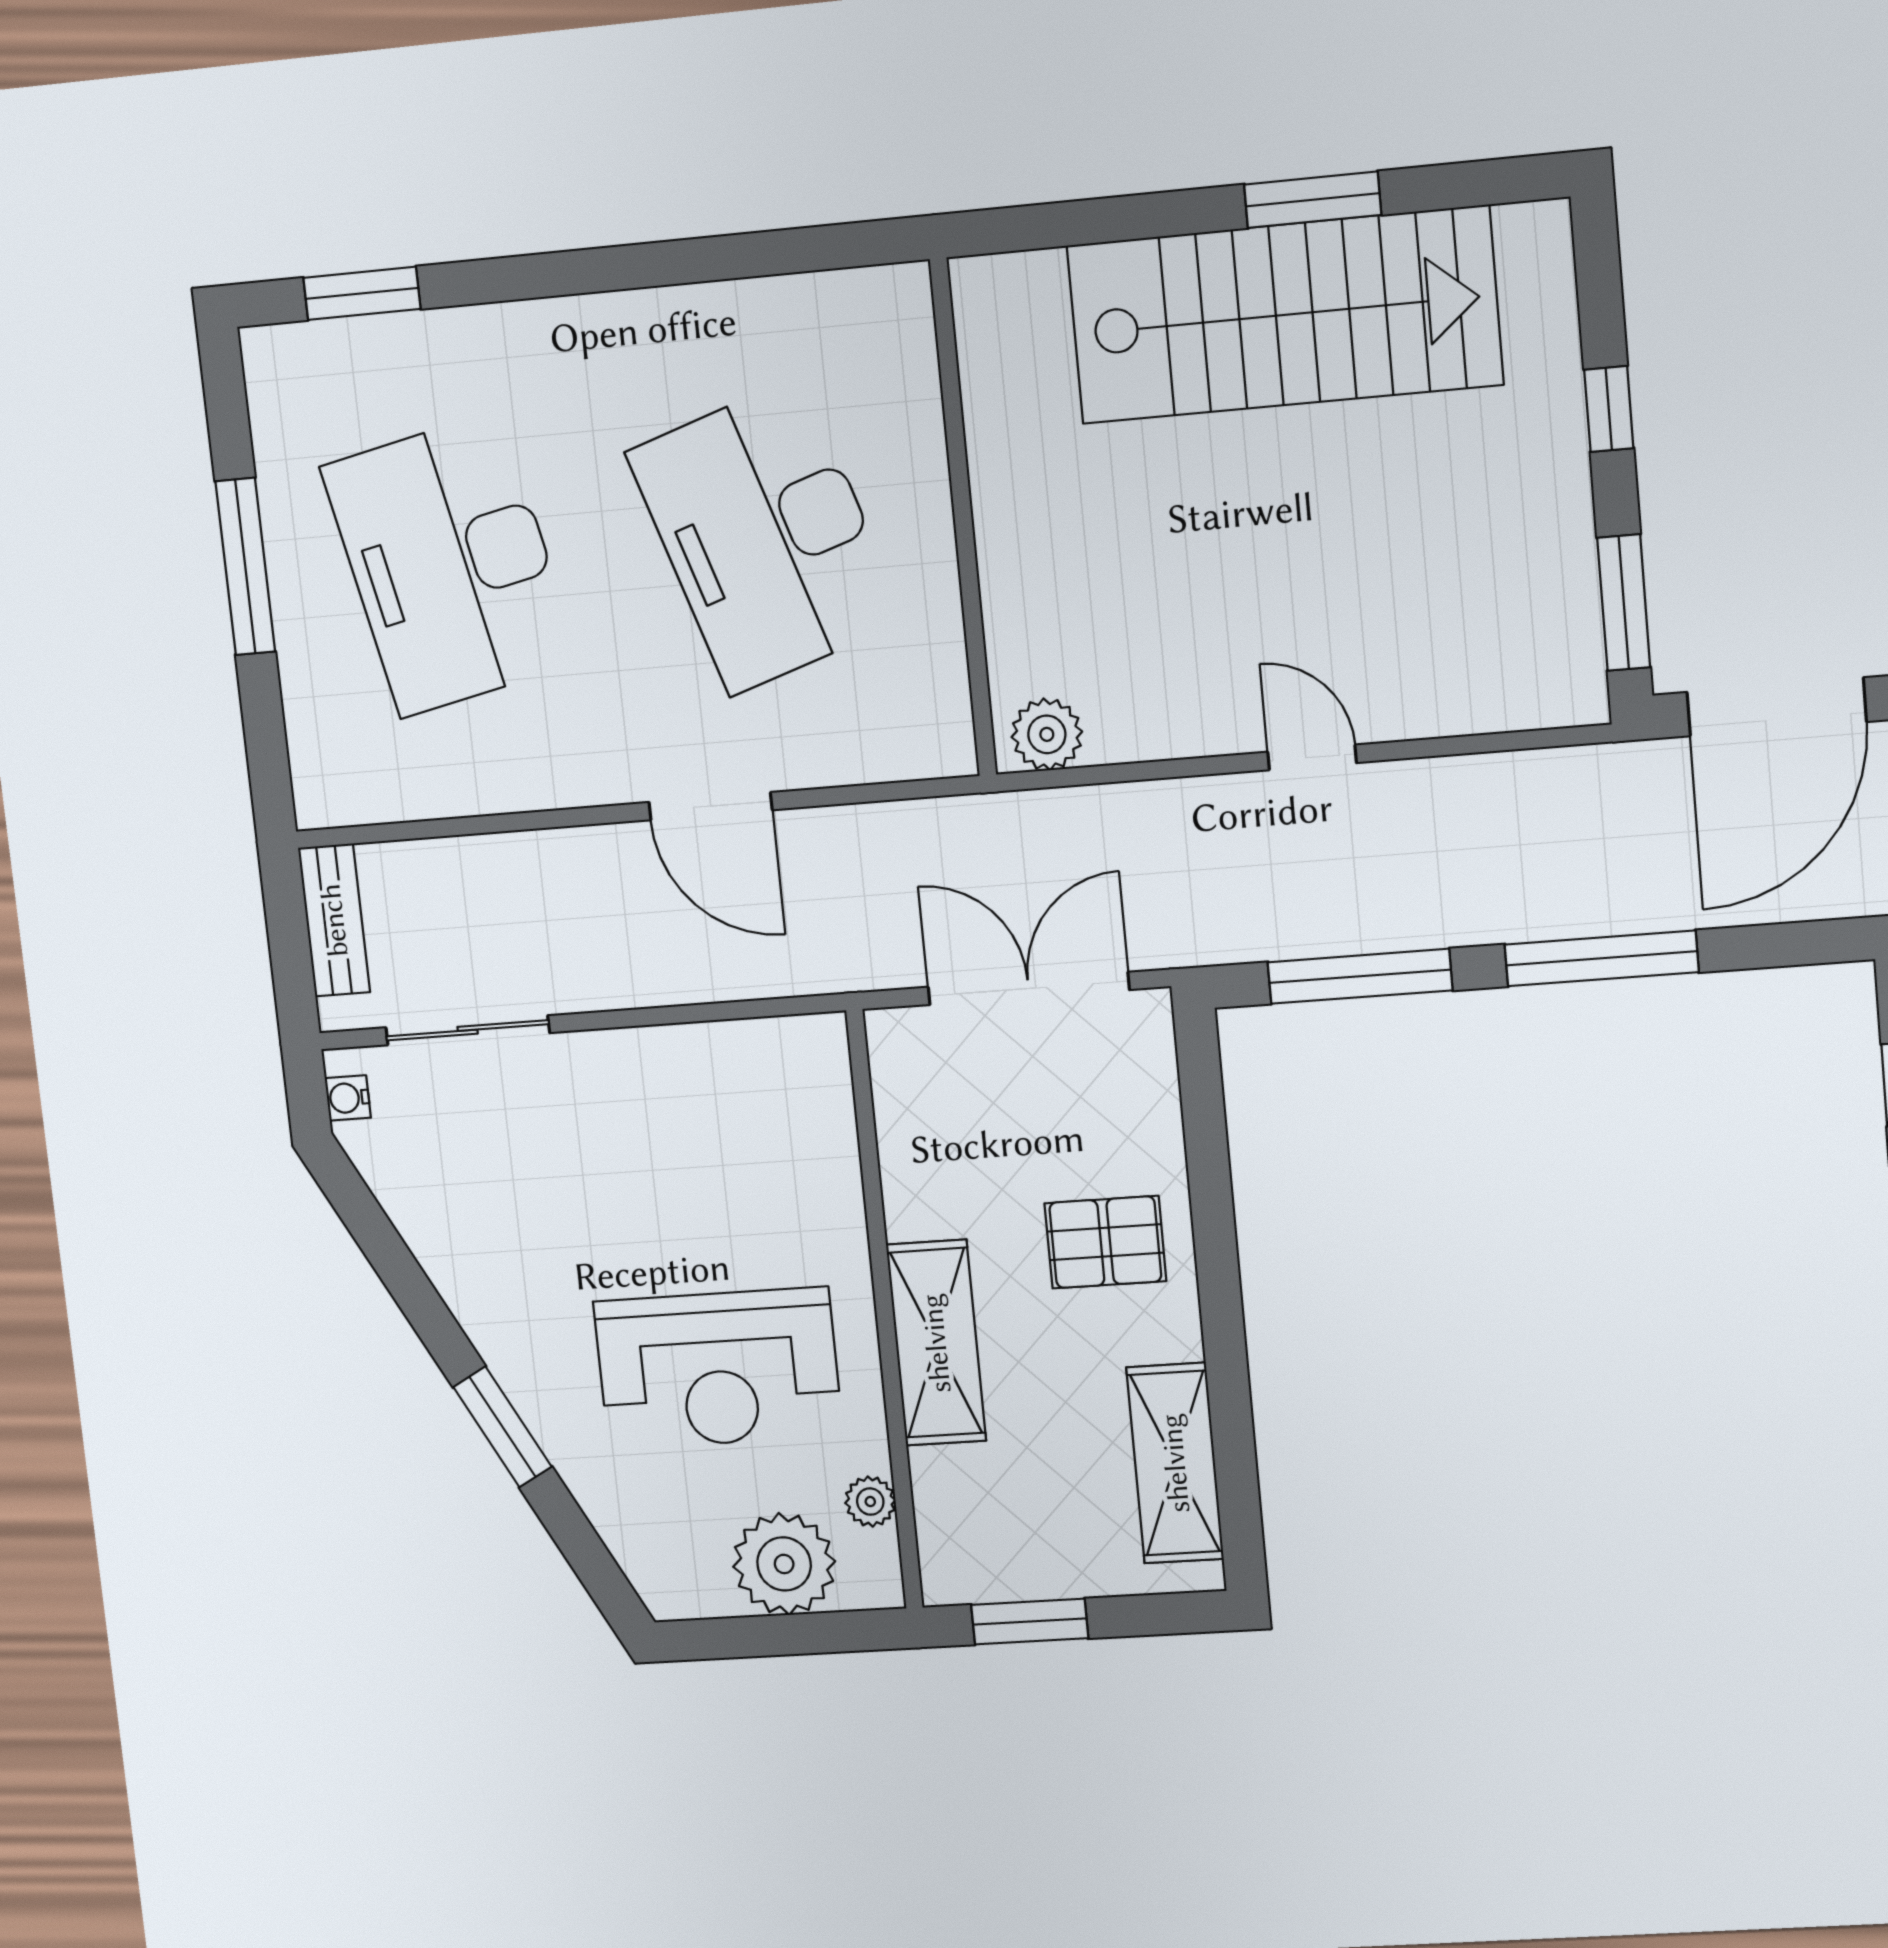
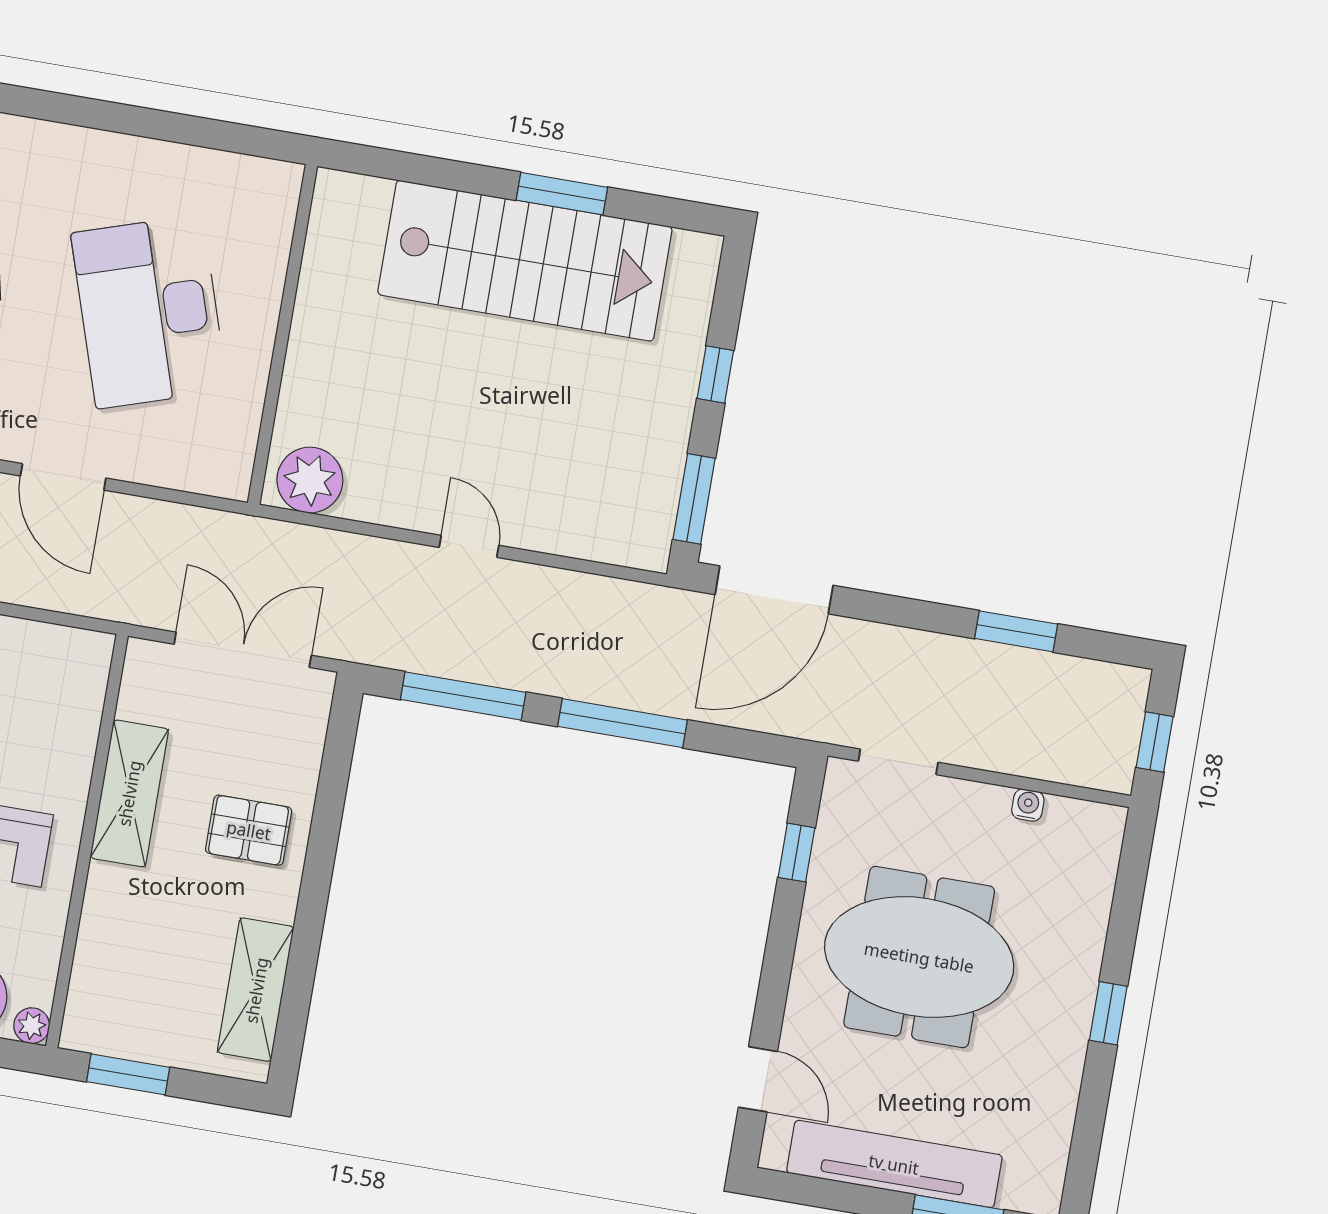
plant: (1047, 734) -> (310, 480), width x1.36, depth x1.36
shelving: (936, 1343) -> (129, 793), moved
plant: (870, 1502) -> (32, 1026), moved

